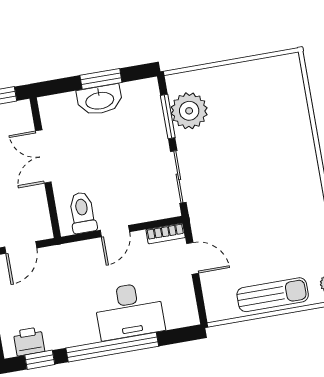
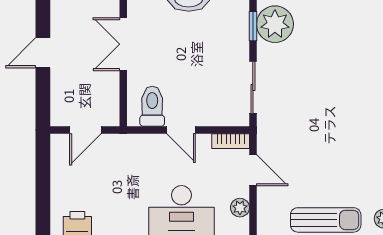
window: (168, 116) -> (253, 26), width x0.67
door: (115, 231) -> (181, 130), hinge flipped
plant: (186, 297) -> (240, 208), added

